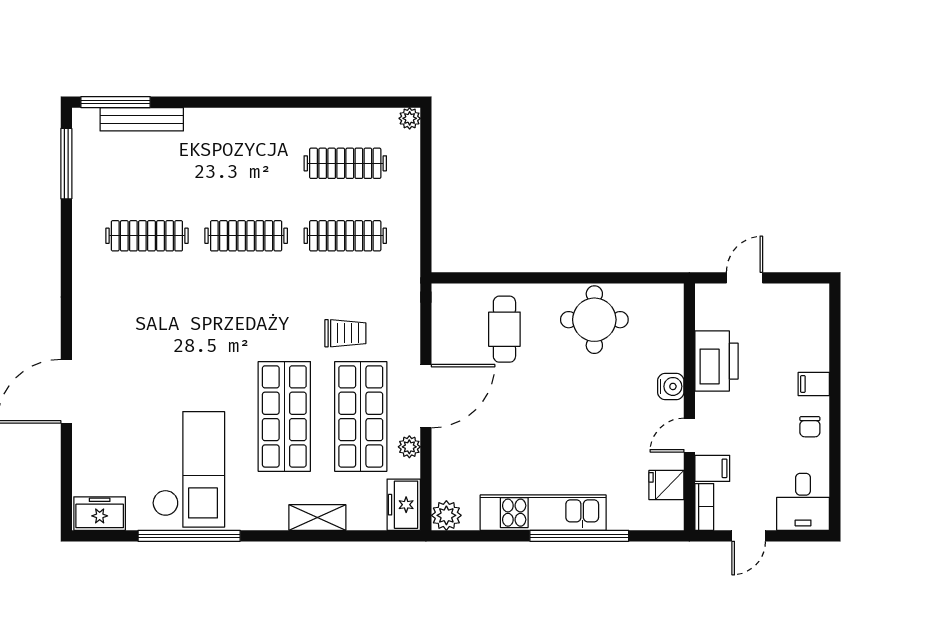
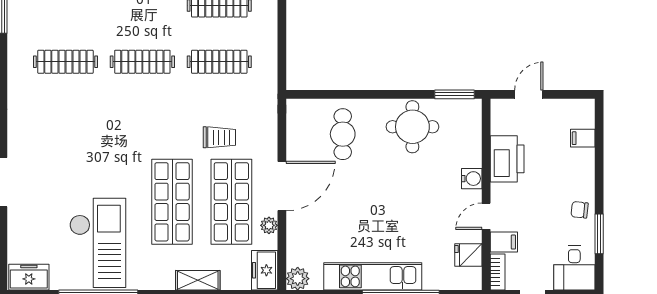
window: (649, 278) -> (455, 94), added
filing cabinet: (814, 384) -> (583, 138), moved
chair: (810, 427) -> (580, 210), turned 96
window: (835, 458) -> (599, 234), added

